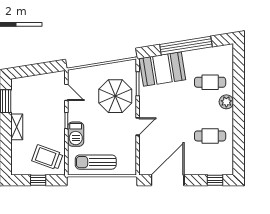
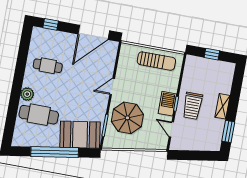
cafe table: (210, 82) -> (39, 115), width x1.37, depth x1.35
barbecue: (76, 134) -> (167, 104), moved
trolley: (47, 157) -> (192, 106), moved, turned 70

